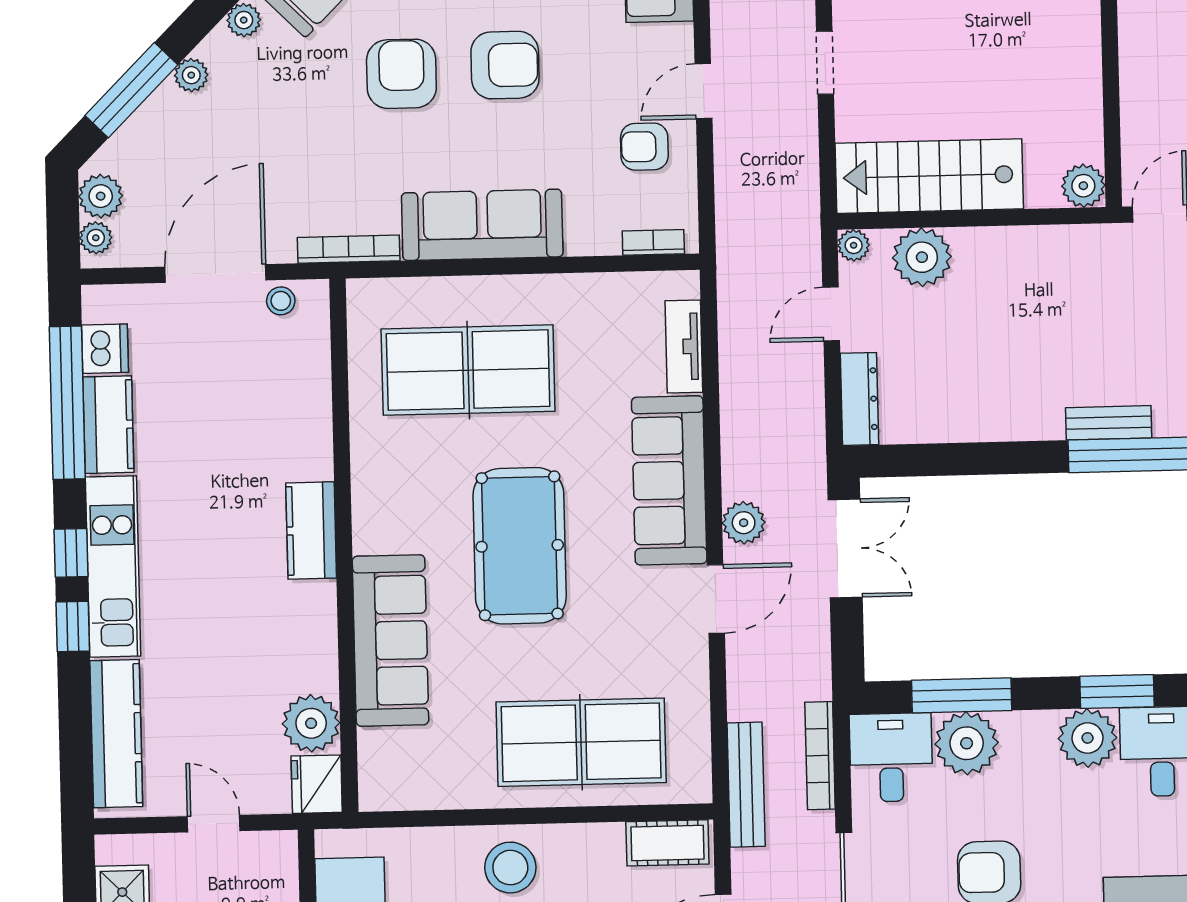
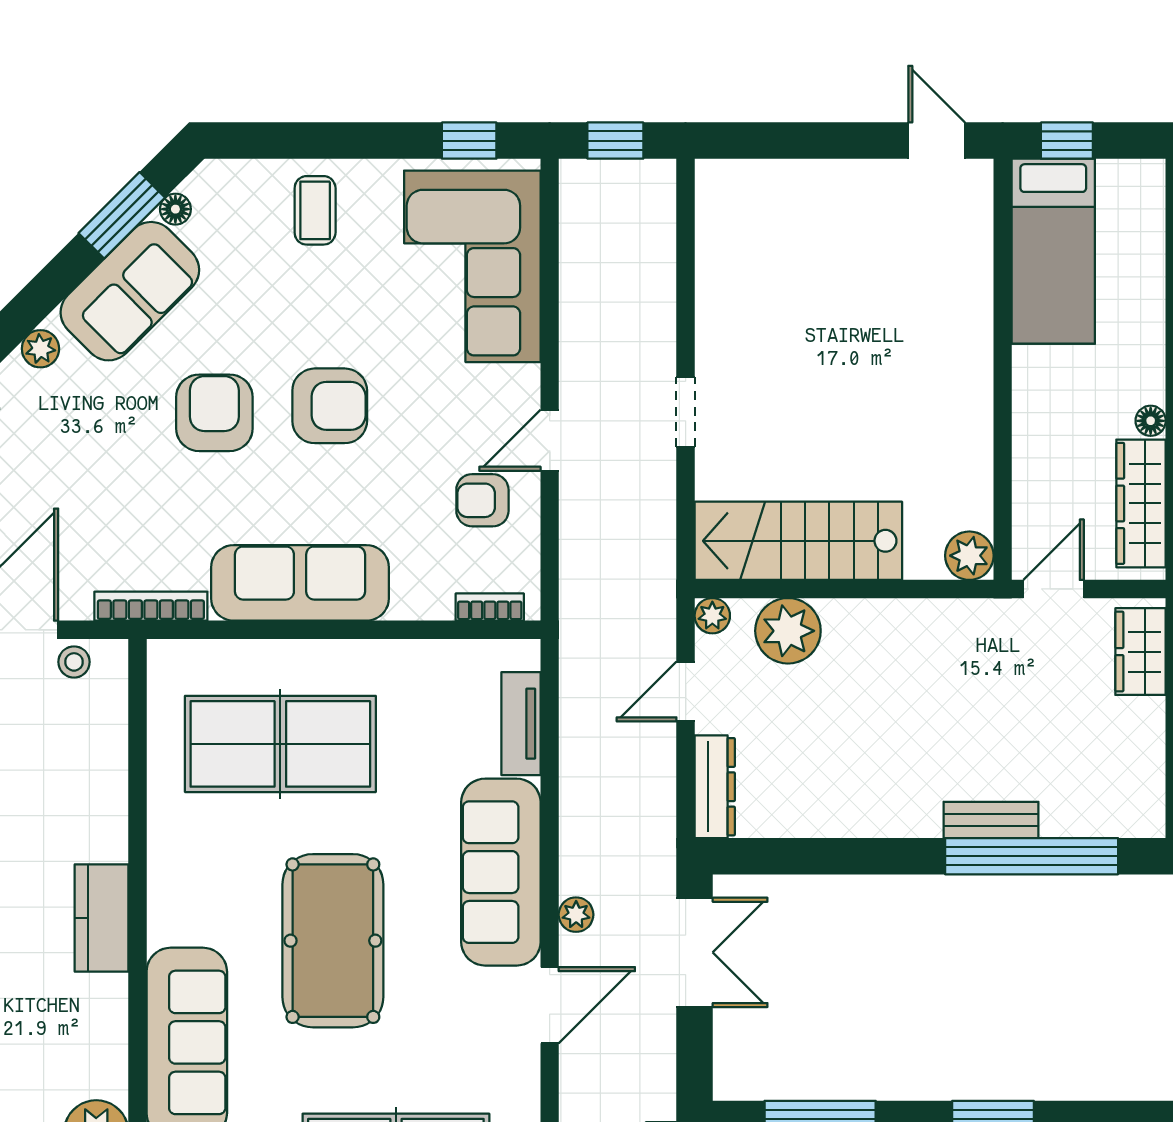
plant: (744, 523) -> (576, 915), width x0.73, depth x0.73

